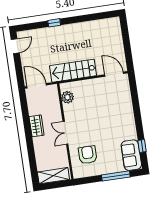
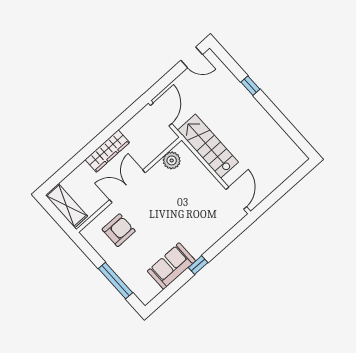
wardrobe: (37, 126) -> (107, 151), width x1.50
double door: (65, 133) -> (127, 186), width x1.37
window: (142, 146) -> (198, 265), moved
sofa: (131, 155) -> (171, 266), moved

